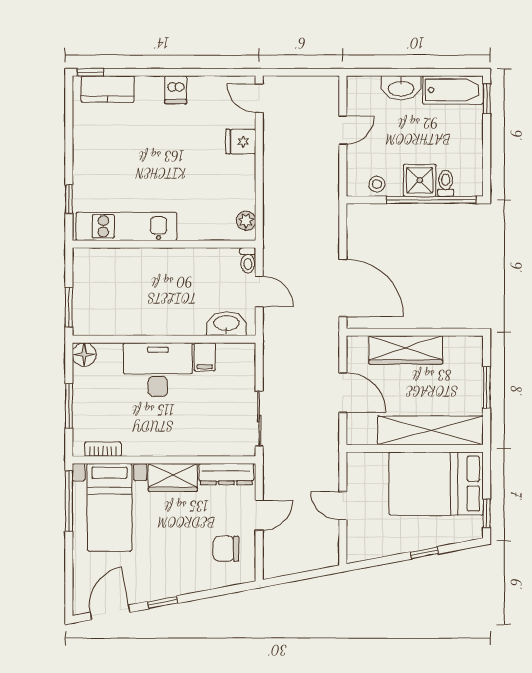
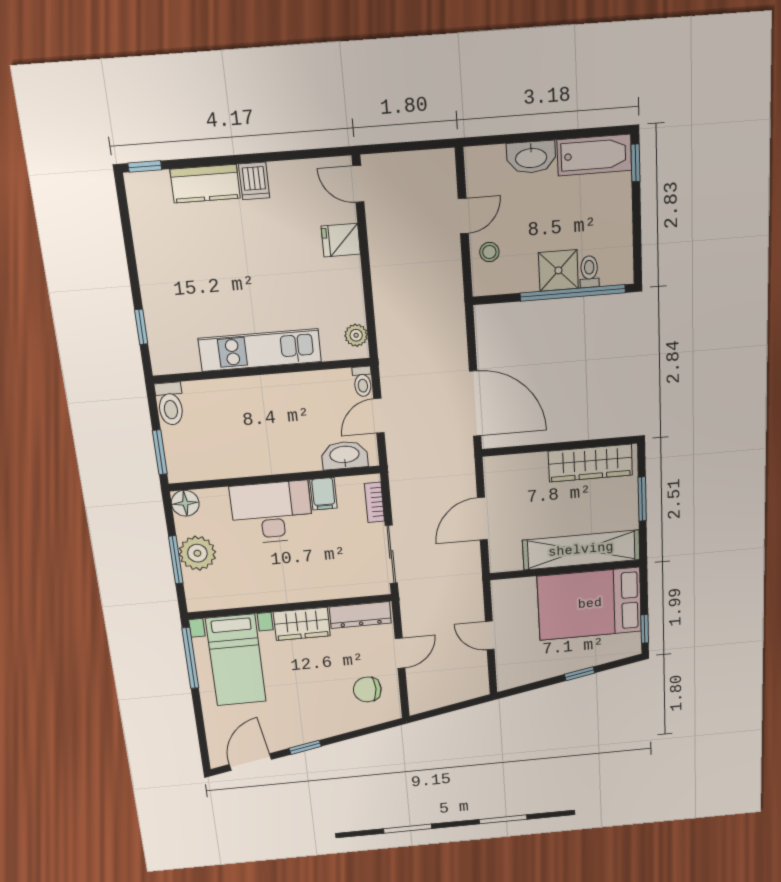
kitchen counter: (108, 89) -> (205, 184), moved
stool: (377, 184) -> (489, 252), moved
kitchen unit: (126, 226) -> (260, 350), moved
toilet: (83, 266) -> (170, 404), added
door: (259, 291) -> (379, 416), swing flipped
wardrobe: (406, 350) -> (590, 463), moved
door: (343, 393) -> (482, 519), swing flipped
plant: (89, 401) -> (197, 553), added
bookcase: (103, 449) -> (374, 502), moved, turned -90

